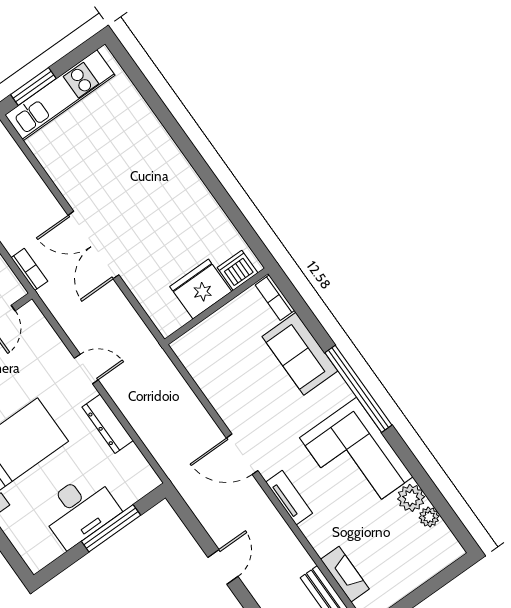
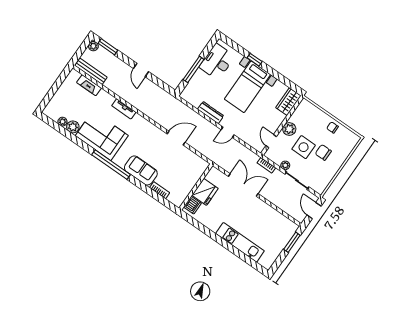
kitchen unit: (60, 95) -> (240, 242), moved, turned 90
dishwasher: (238, 270) -> (192, 205), moved
fridge: (201, 289) -> (205, 192), moved
wall: (216, 306) -> (196, 187), moved
door: (242, 454) -> (176, 138), moved
desk: (79, 510) -> (217, 62), moved

